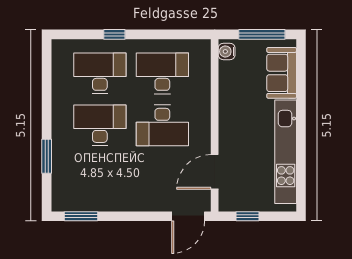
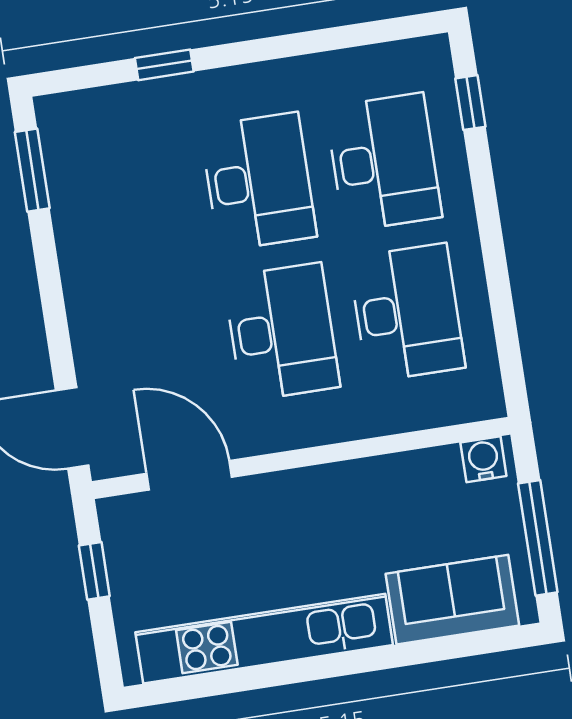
window: (114, 34) -> (470, 103), moved
desk: (162, 125) -> (282, 332), turned 180
window: (47, 156) -> (164, 65), width x0.67

